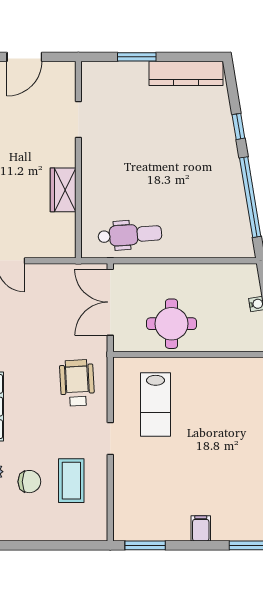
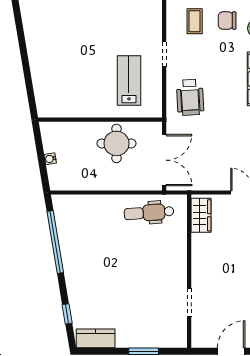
kitchen counter: (186, 73) -> (96, 338), width x0.67
window: (238, 126) -> (67, 314), moved
wardrobe: (63, 190) -> (201, 215), moved
coffee table: (71, 481) -> (195, 21), width x0.73, depth x0.77

